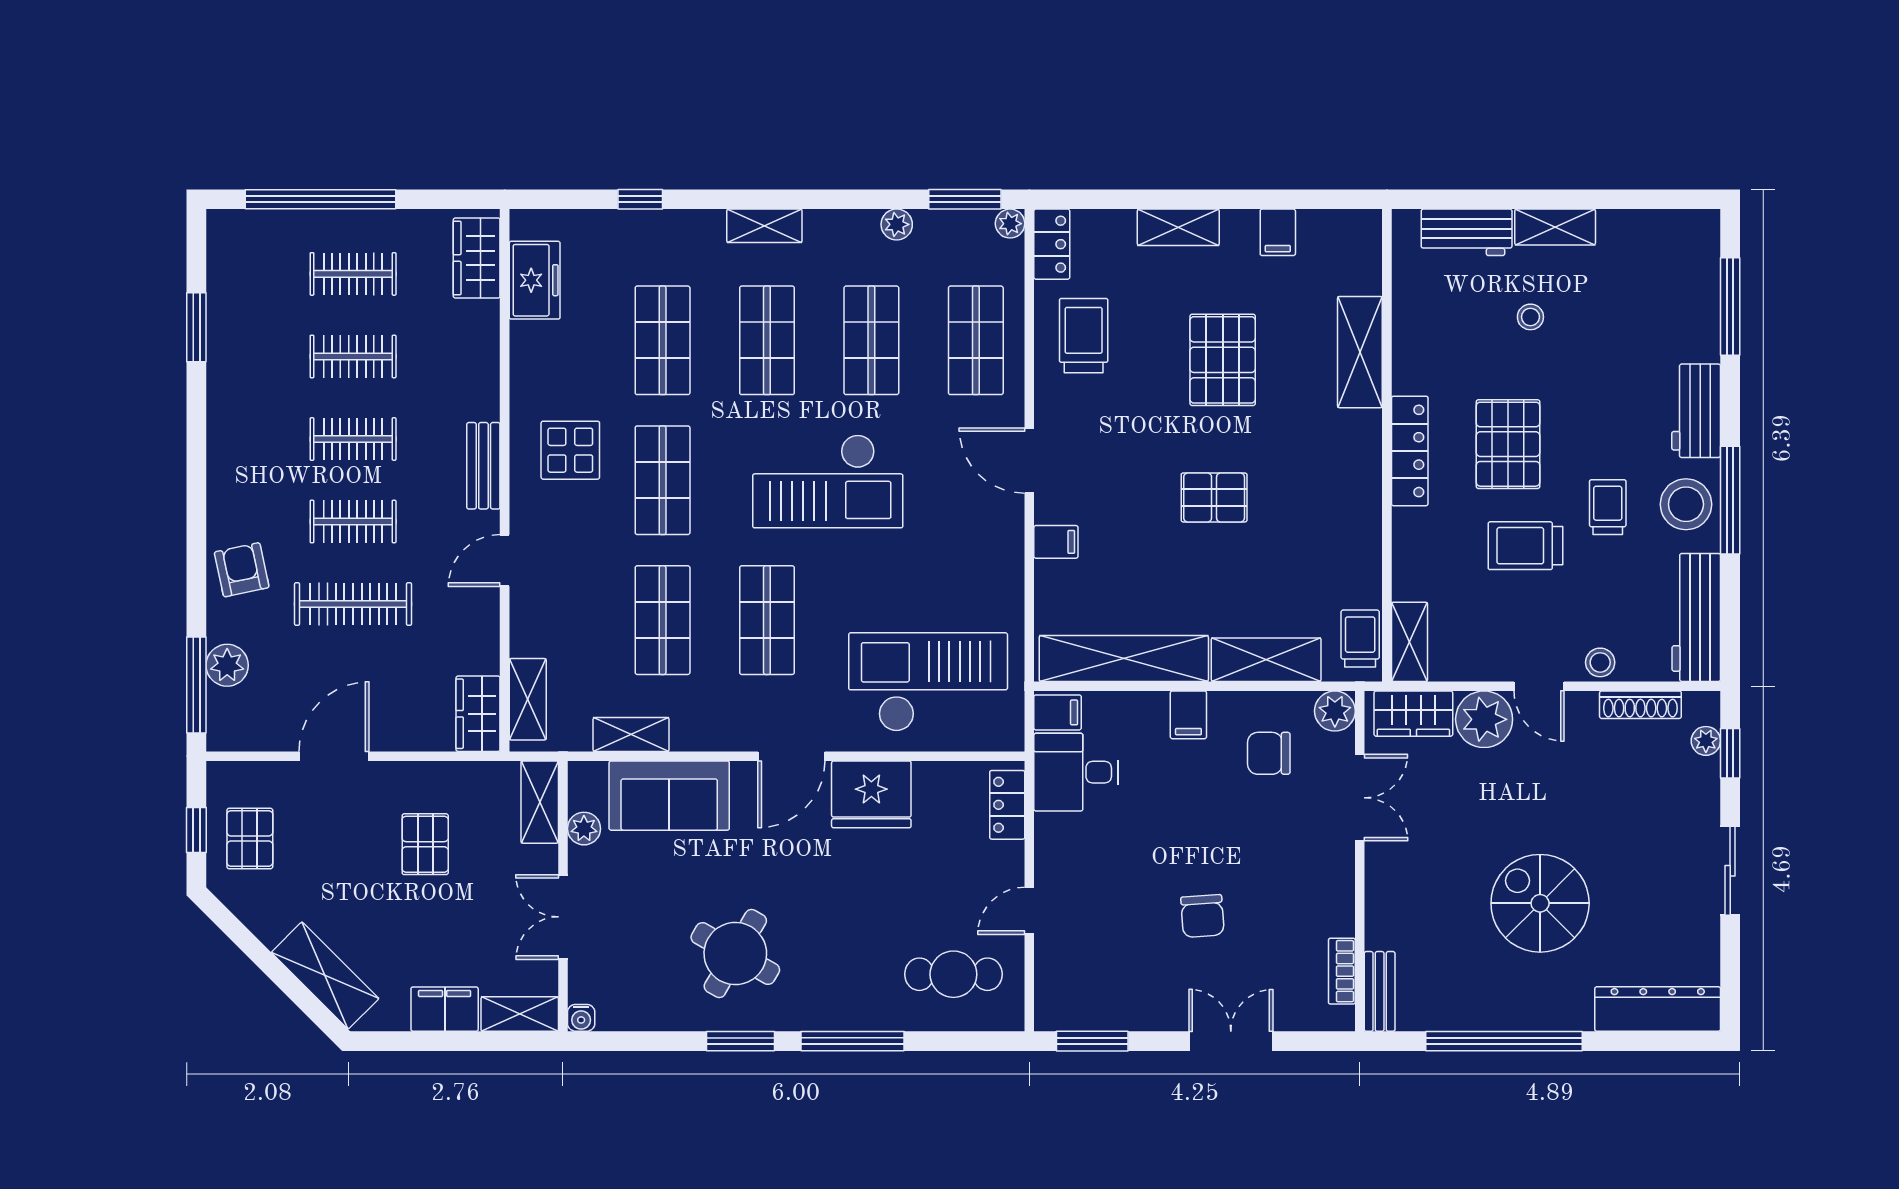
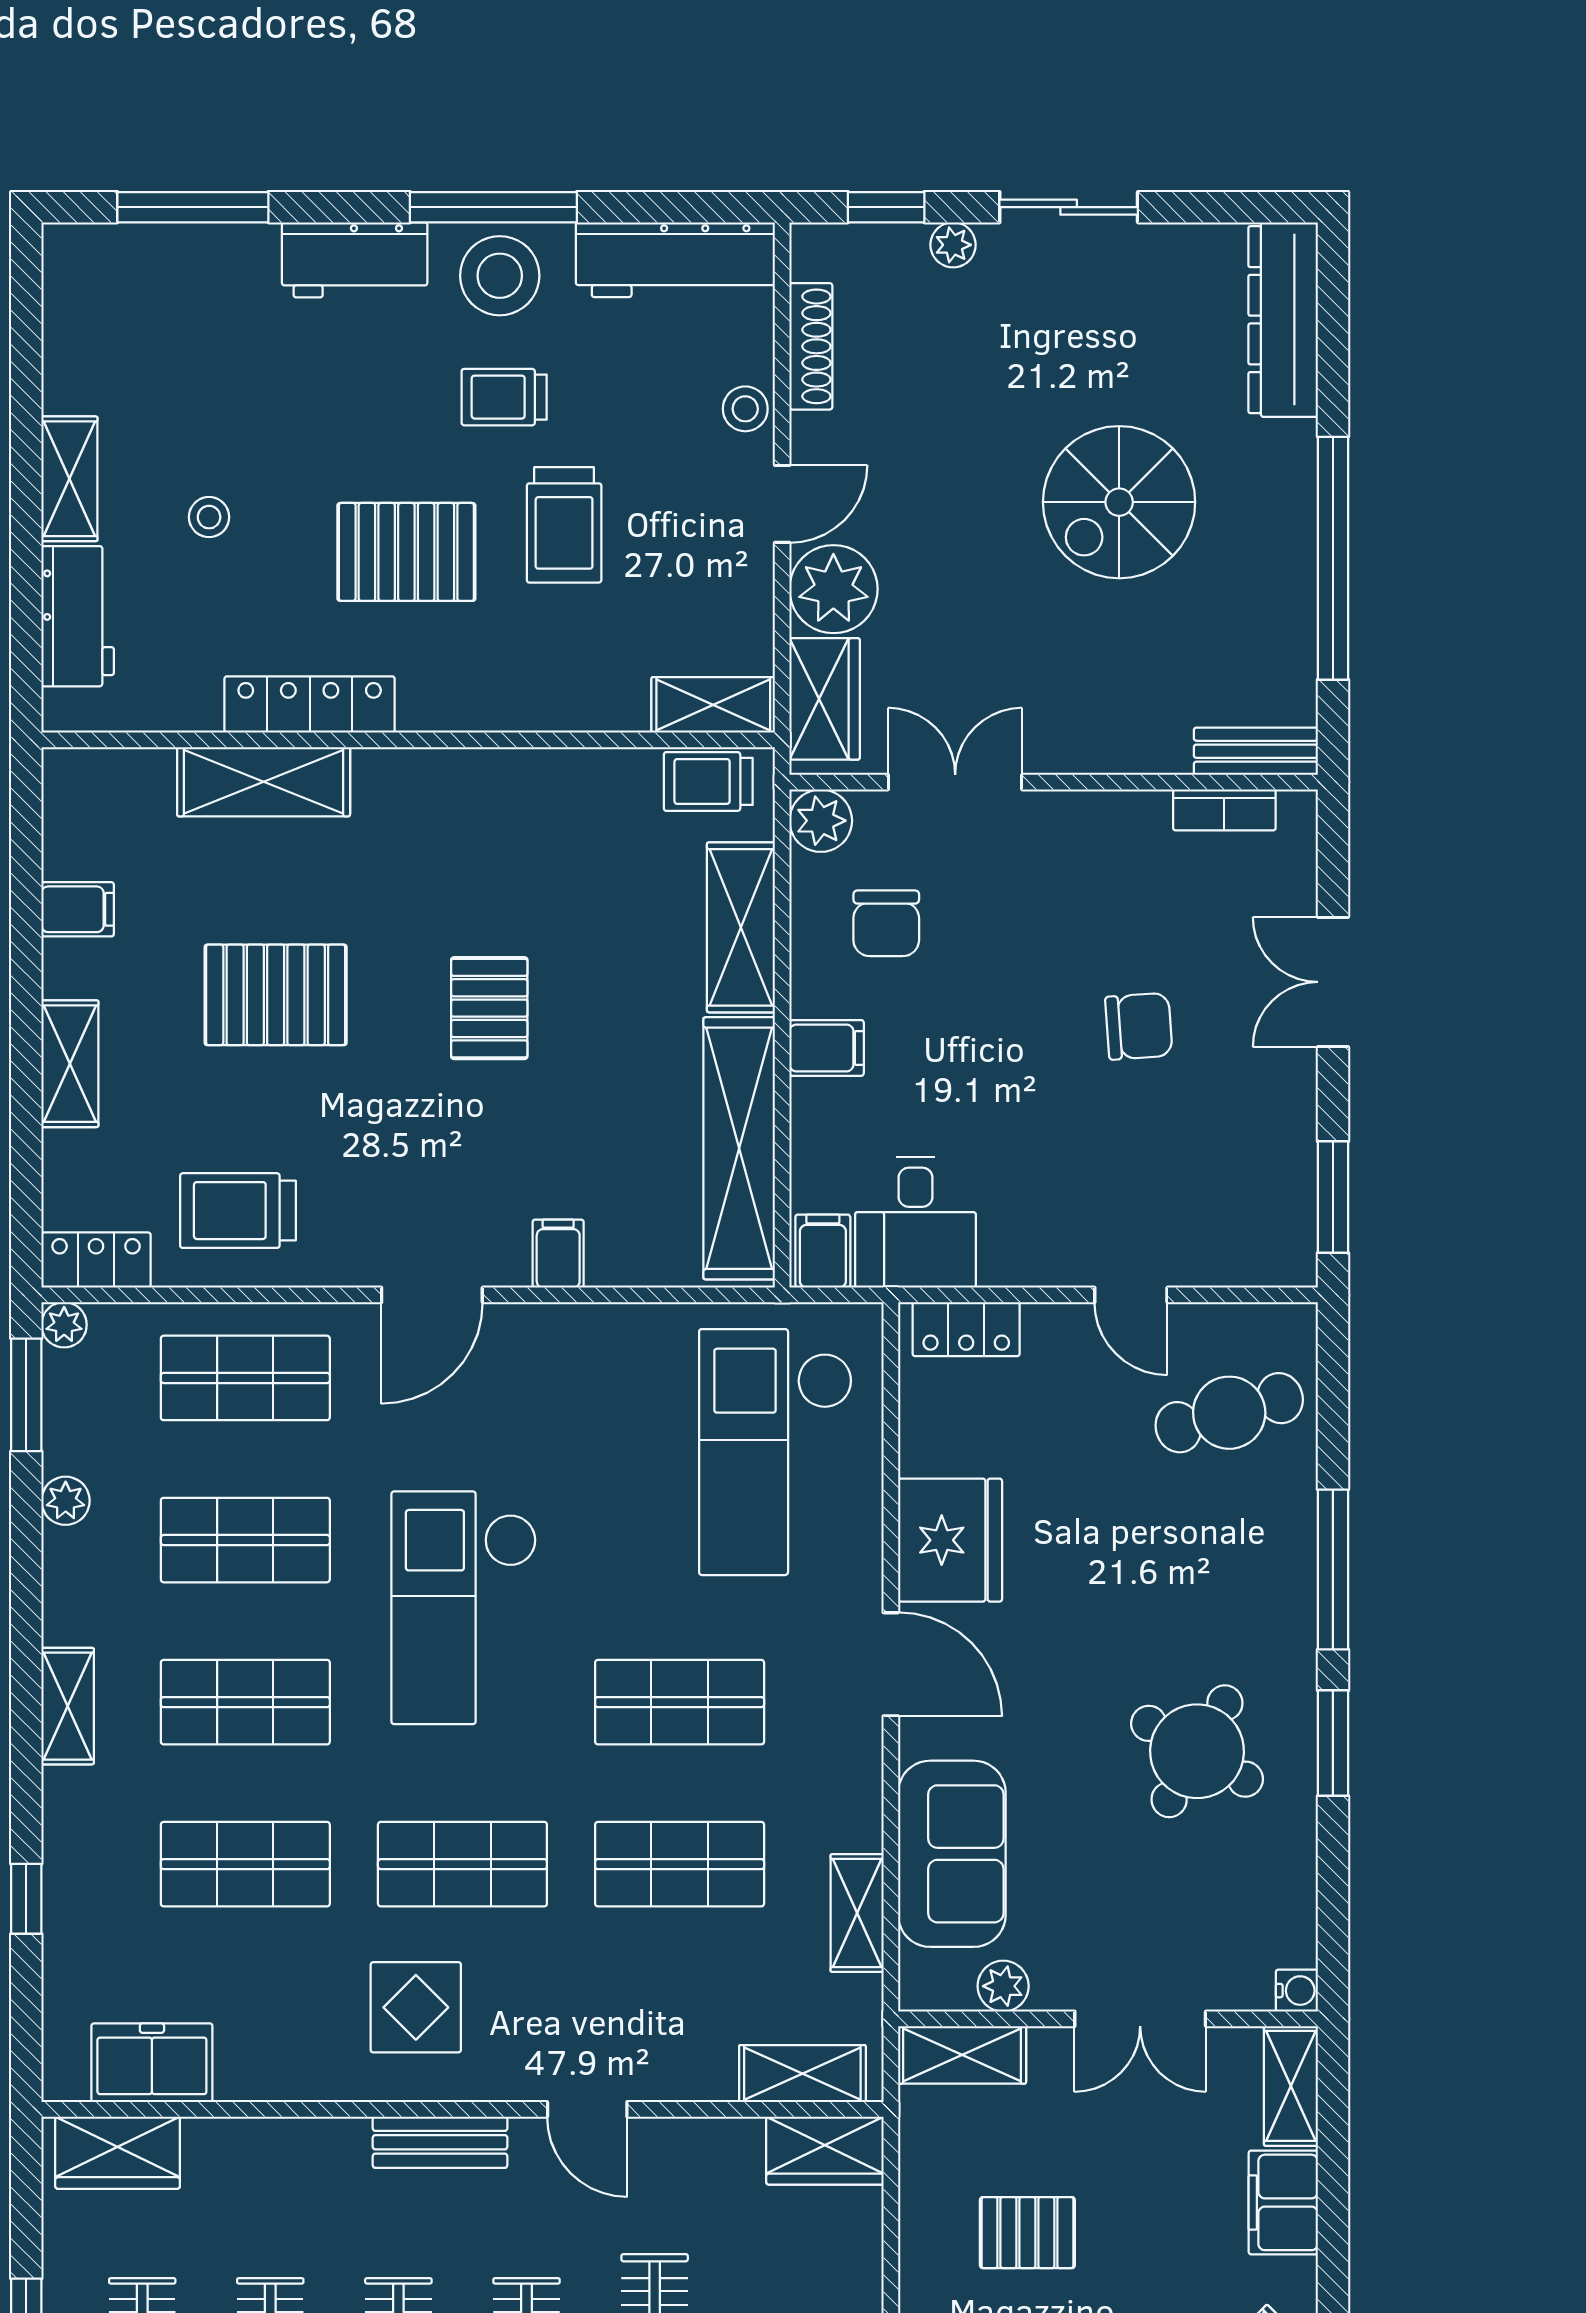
locker: (1410, 451) -> (310, 704), moved
checkout: (828, 481) -> (464, 1608), turned 180
plant: (1706, 741) -> (953, 245), moved
cafe table: (953, 974) -> (1229, 1413), turned 74

